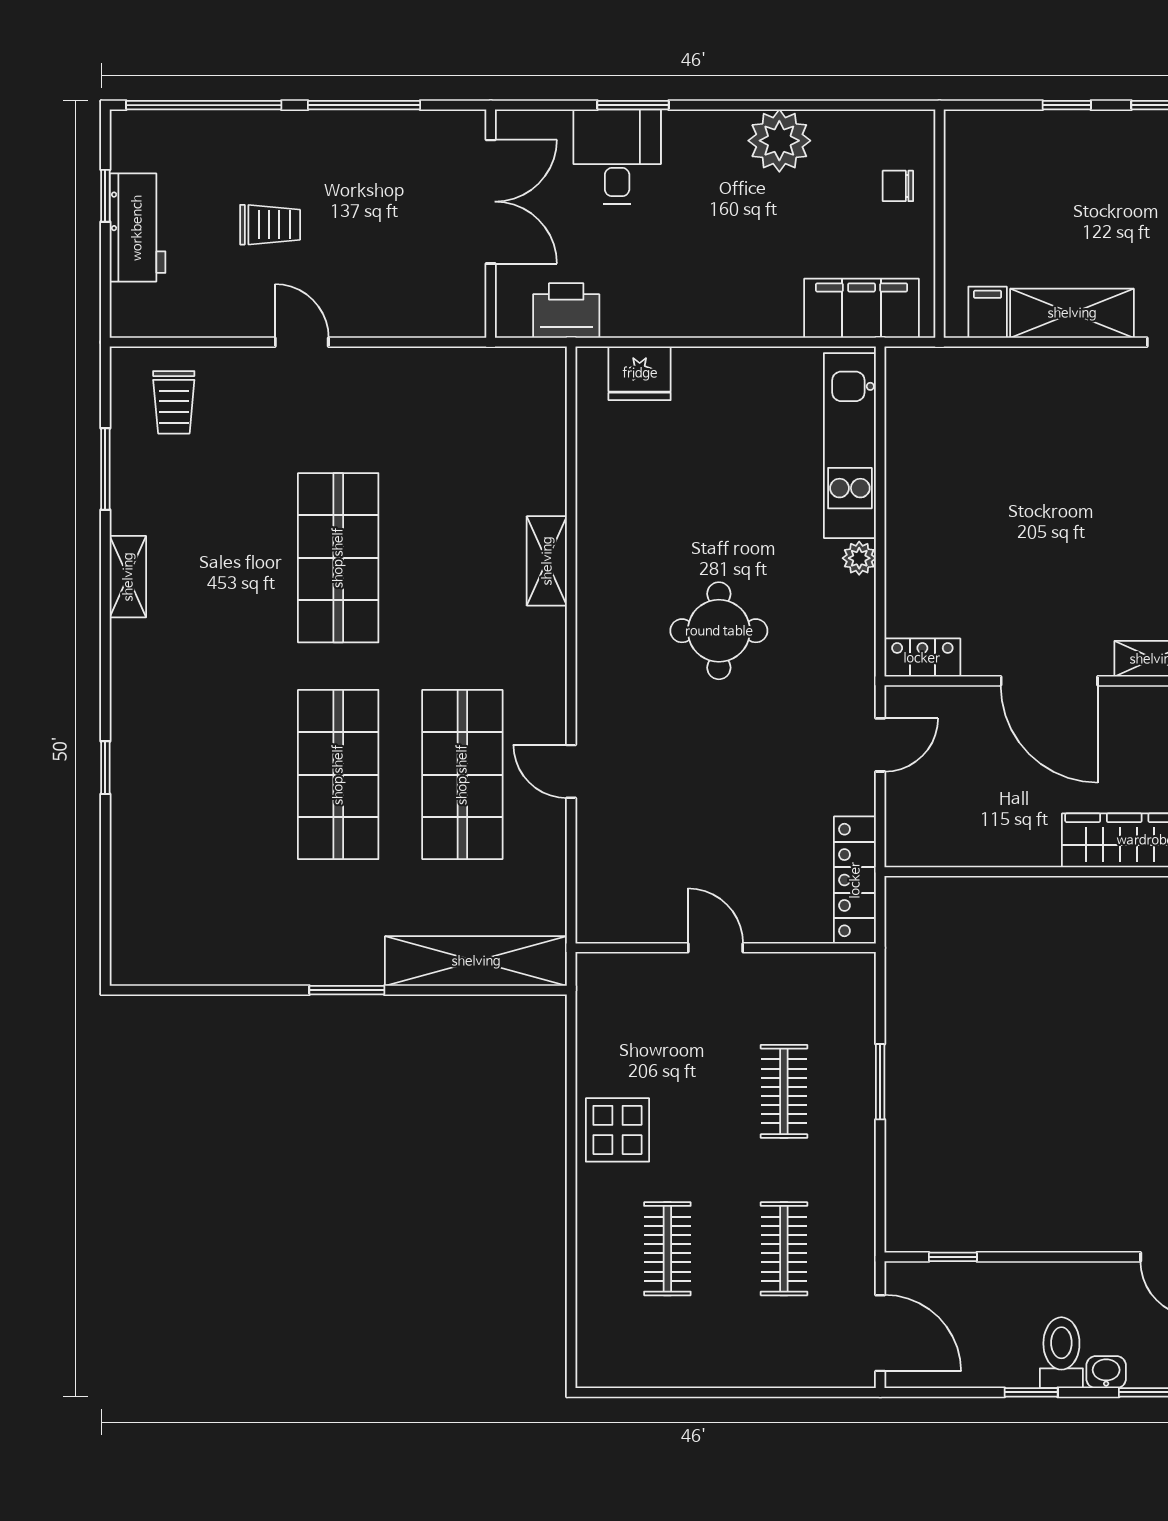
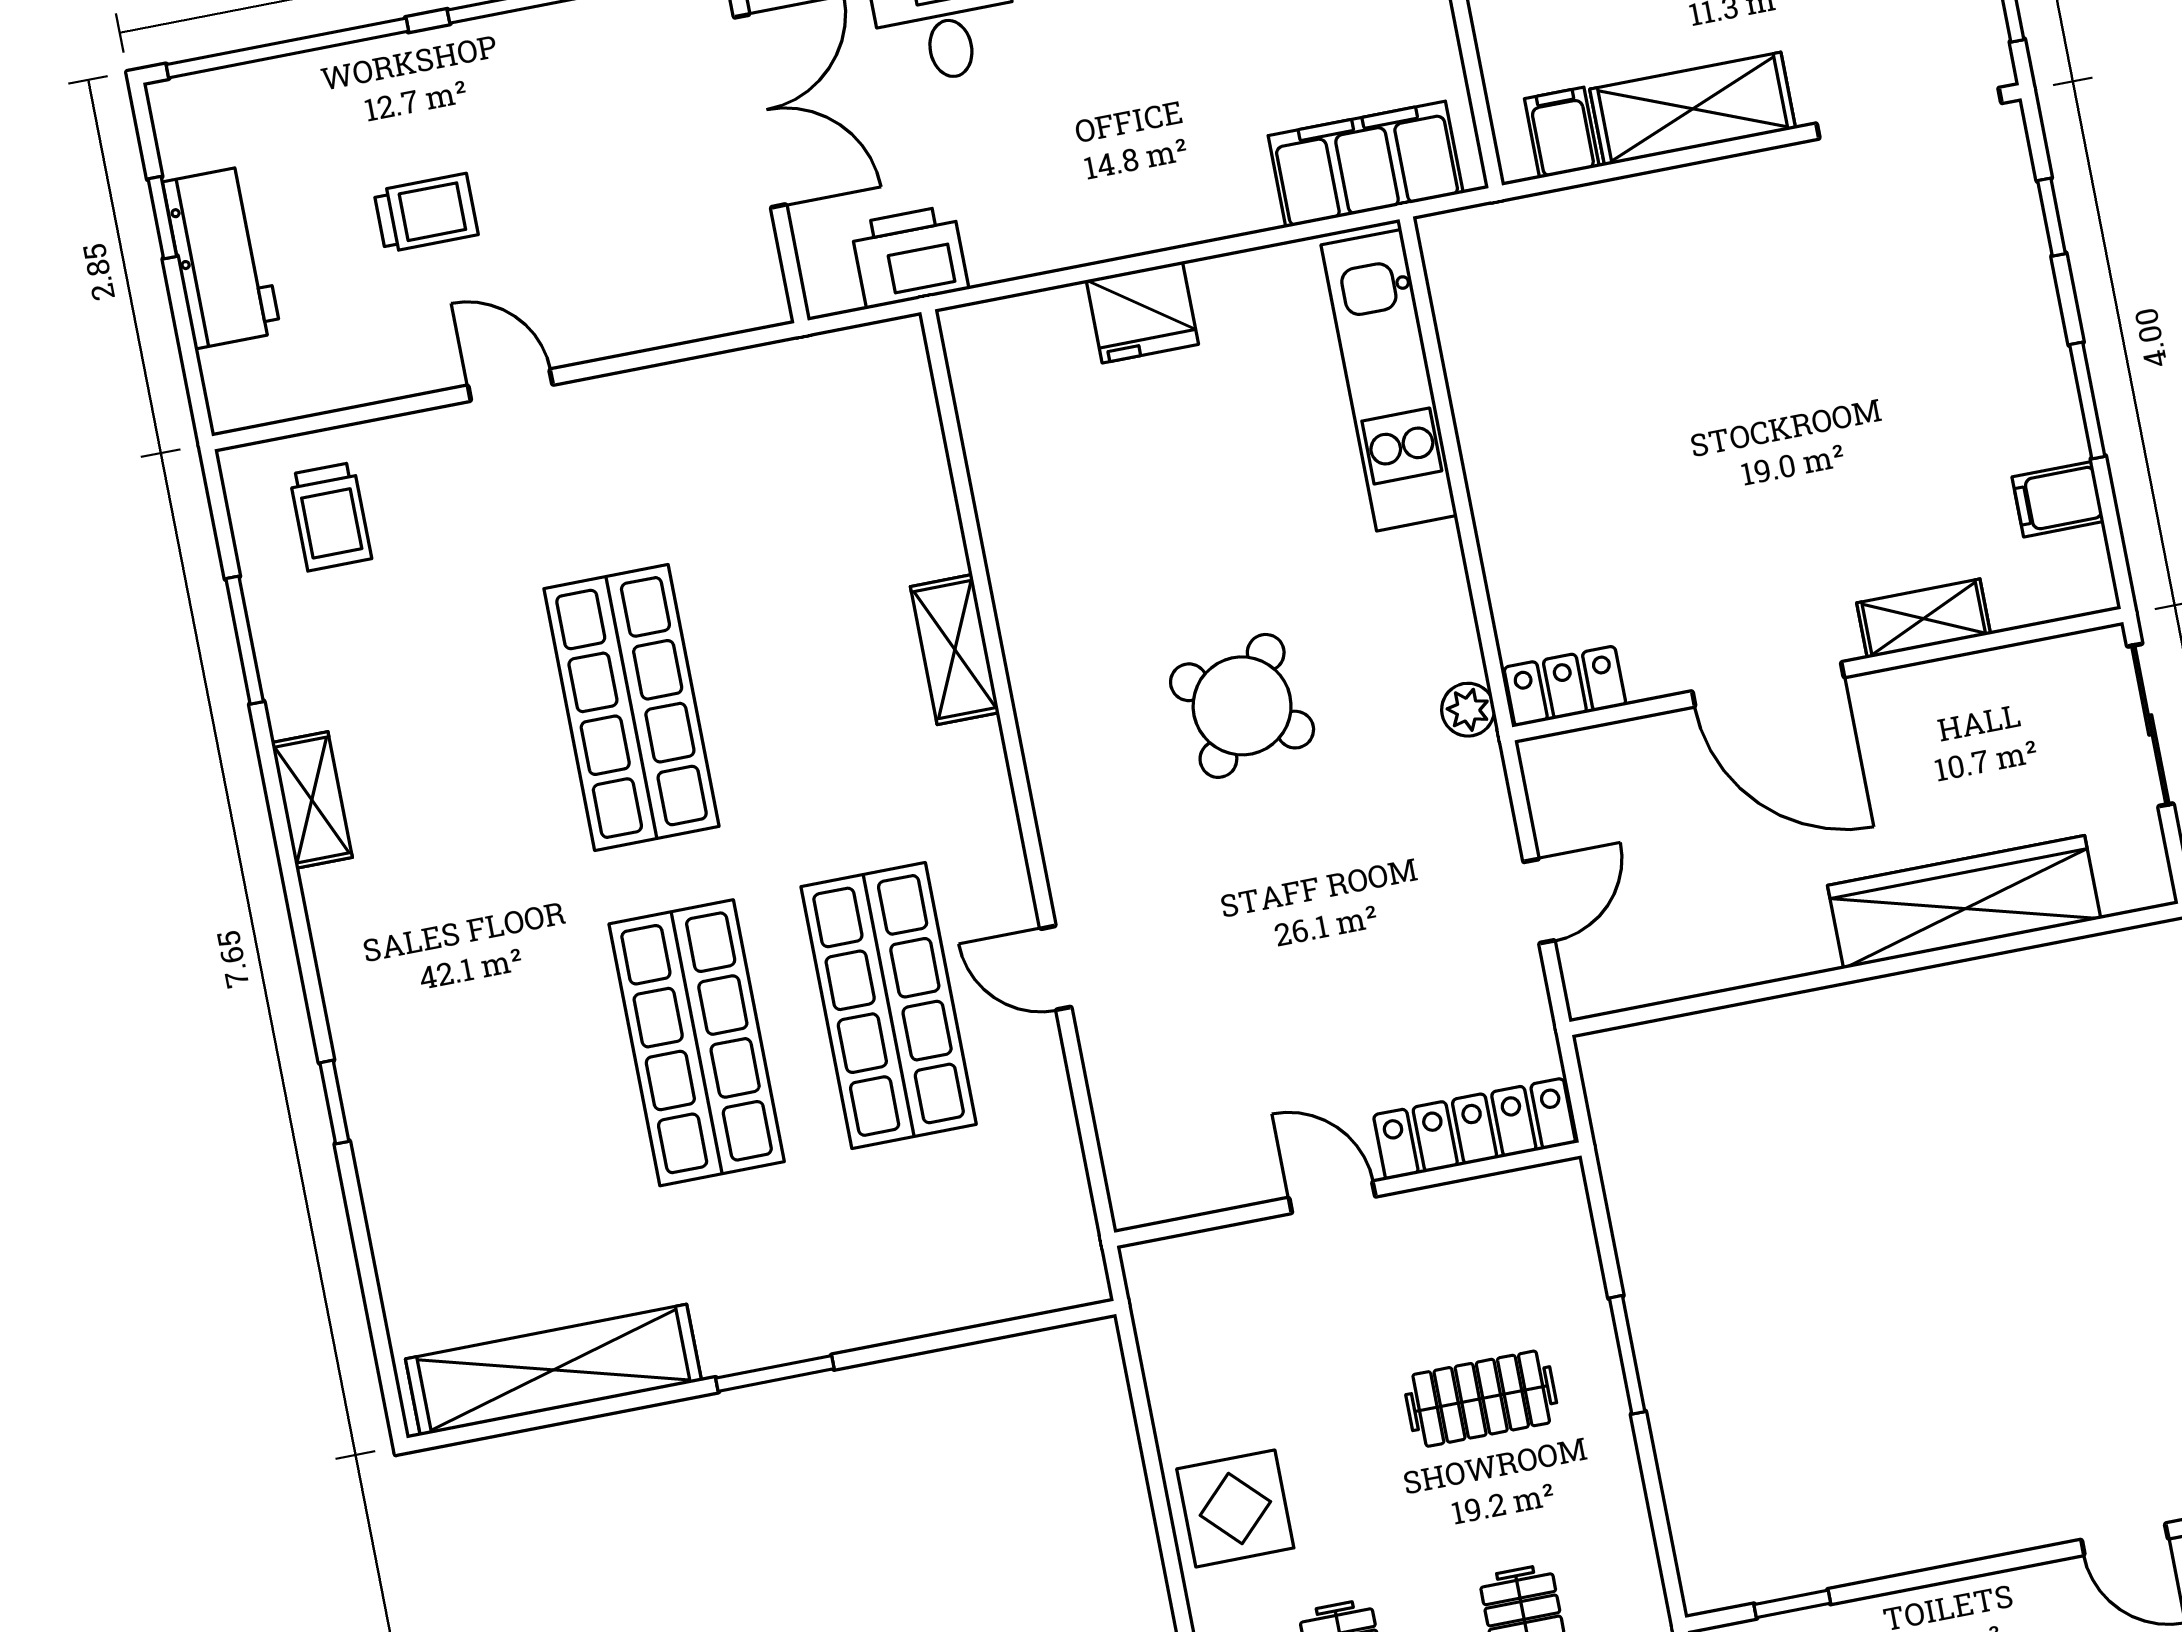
fridge: (640, 373) -> (1142, 312), moved
plant: (859, 558) -> (1468, 710), moved
round table: (719, 631) -> (1242, 706), turned 35
door: (880, 745) -> (1539, 901), moved
locker: (855, 880) -> (1475, 1129), moved, turned 90
shelving: (476, 961) -> (554, 1370), moved
clothes rail: (784, 1091) -> (1481, 1399), turned 90

